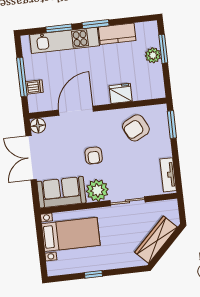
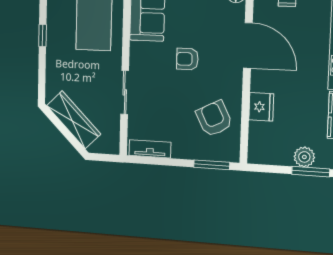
plant: (97, 190) -> (143, 57), removed

